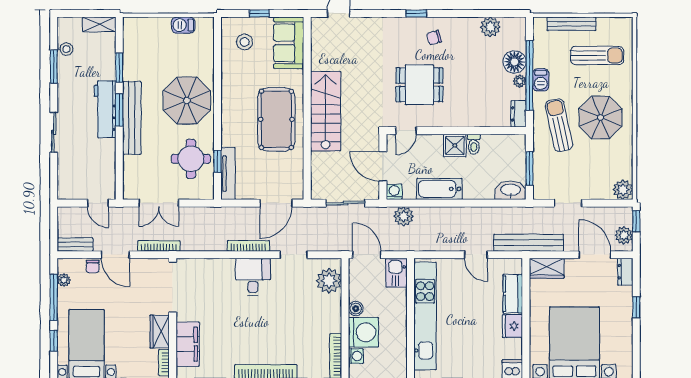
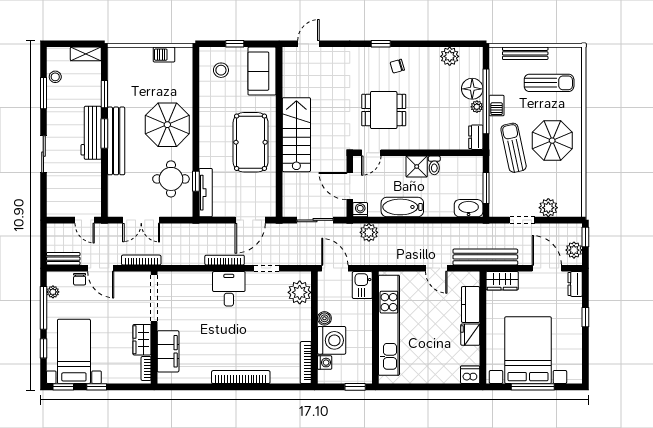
plant: (623, 190) -> (548, 208), moved

